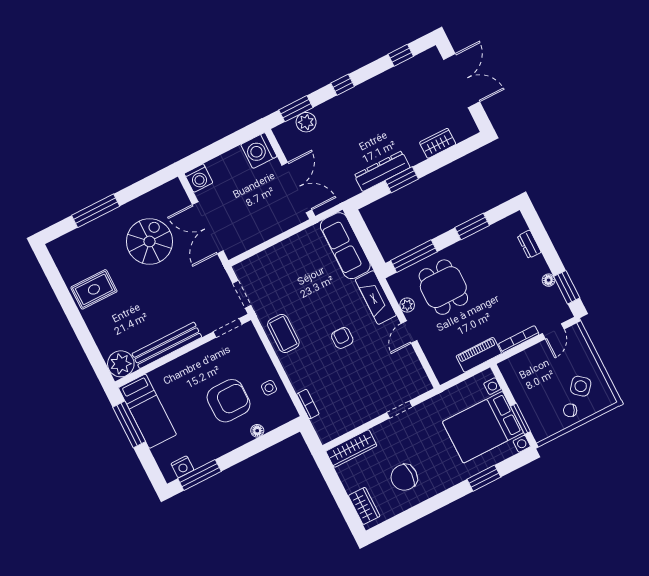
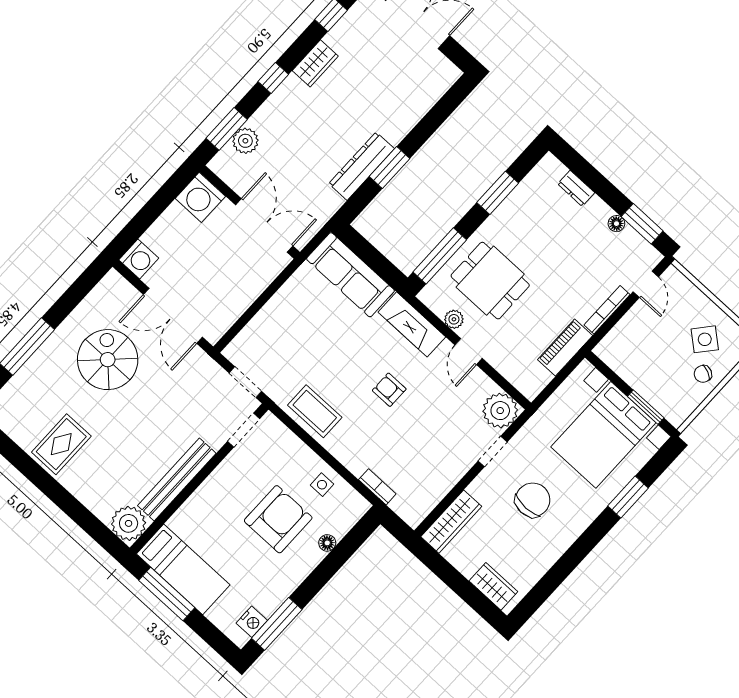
wardrobe: (438, 143) -> (315, 63), moved, turned 180
plant: (416, 382) -> (500, 411), added
chair: (404, 477) -> (533, 500), moved, turned 180

